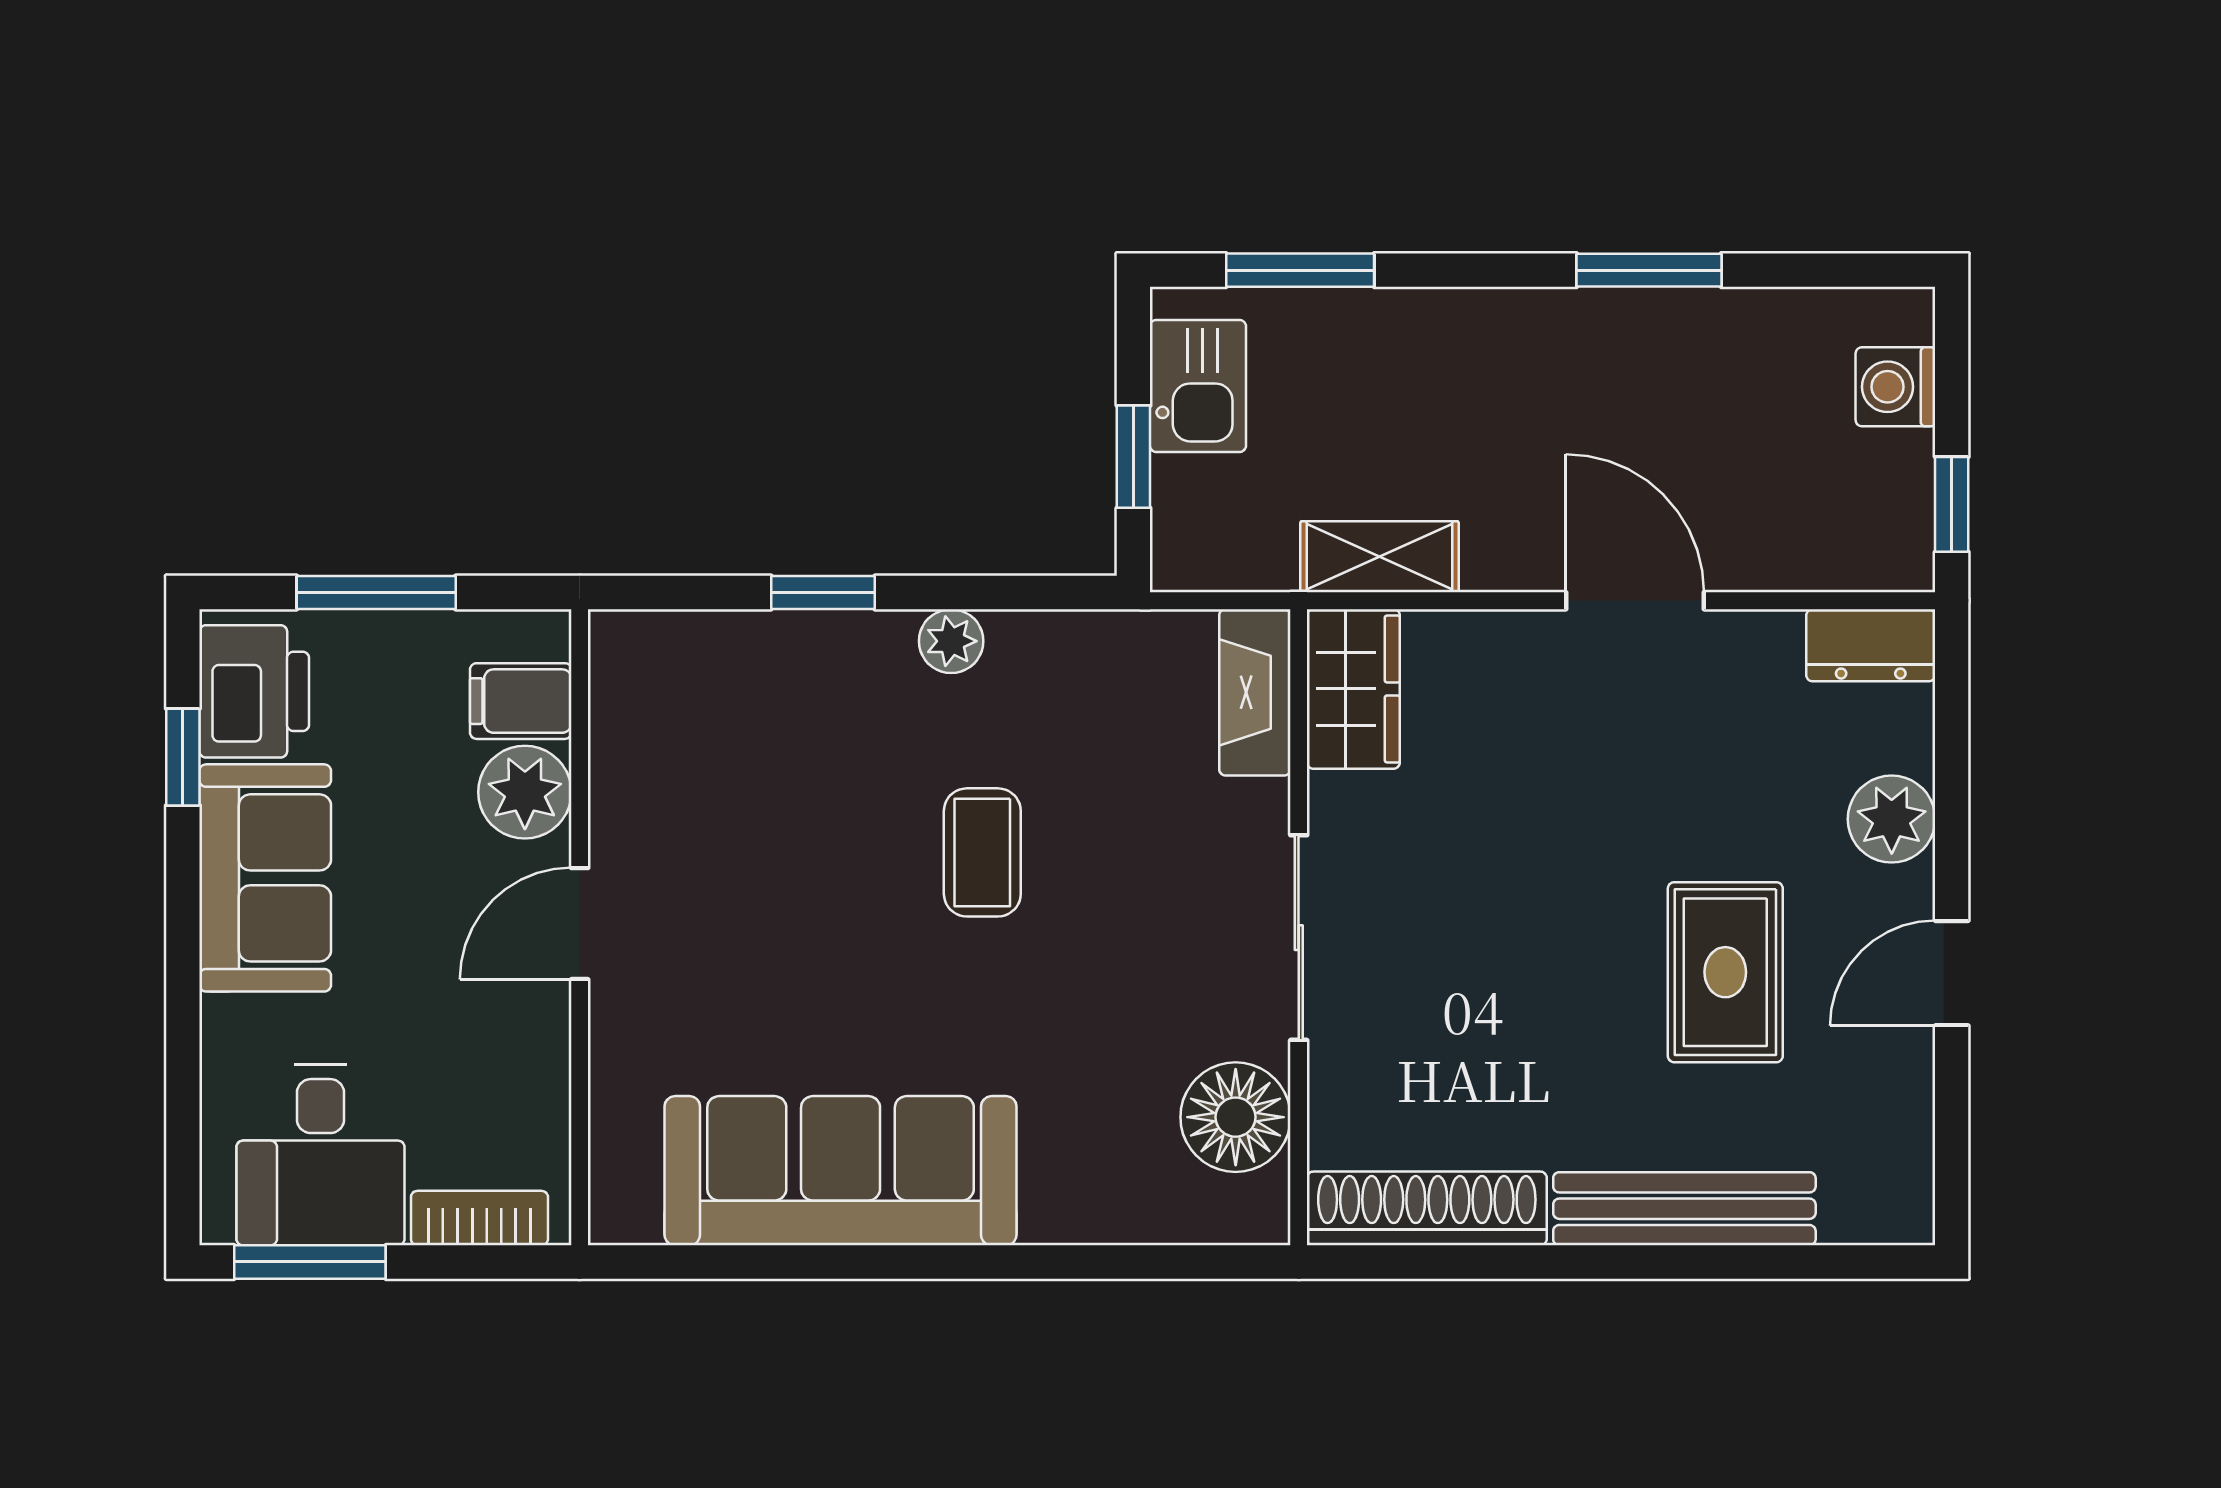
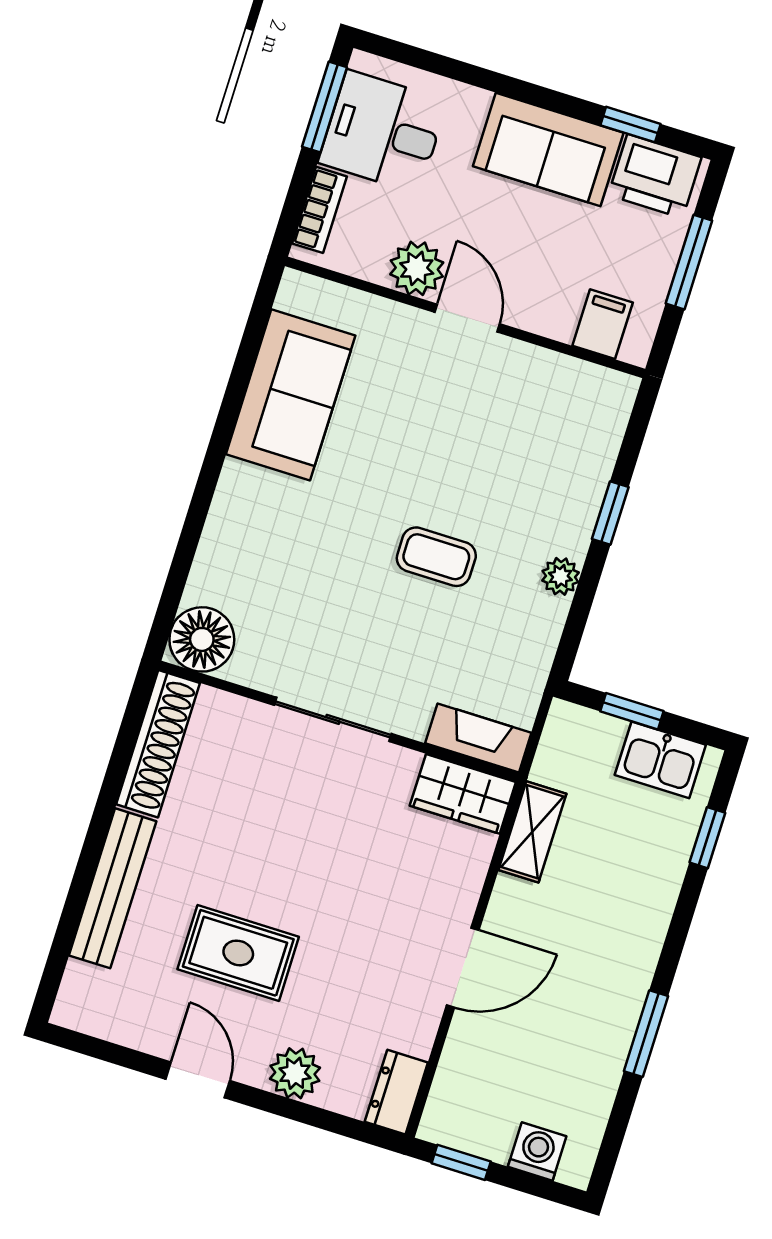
window: (1300, 270) -> (707, 838), width x0.67
plant: (525, 792) -> (417, 268), moved
floor lamp: (1236, 1117) -> (202, 639), moved
sofa: (841, 1171) -> (291, 395), width x0.73

